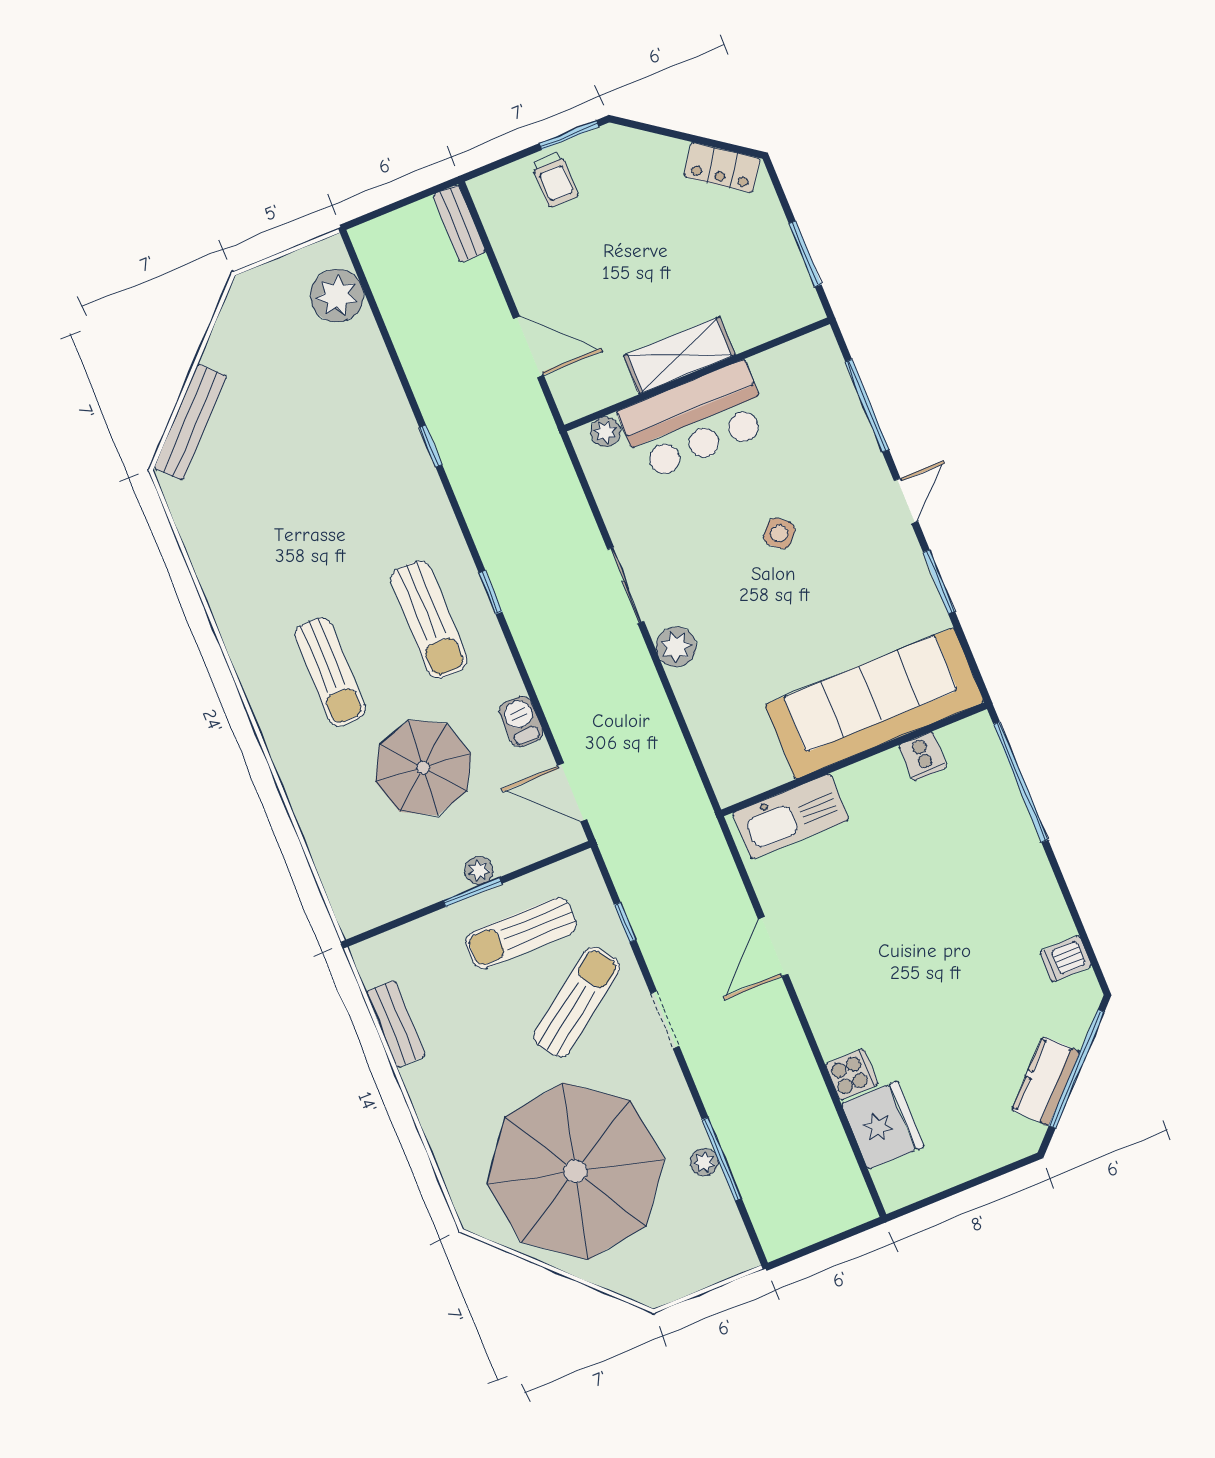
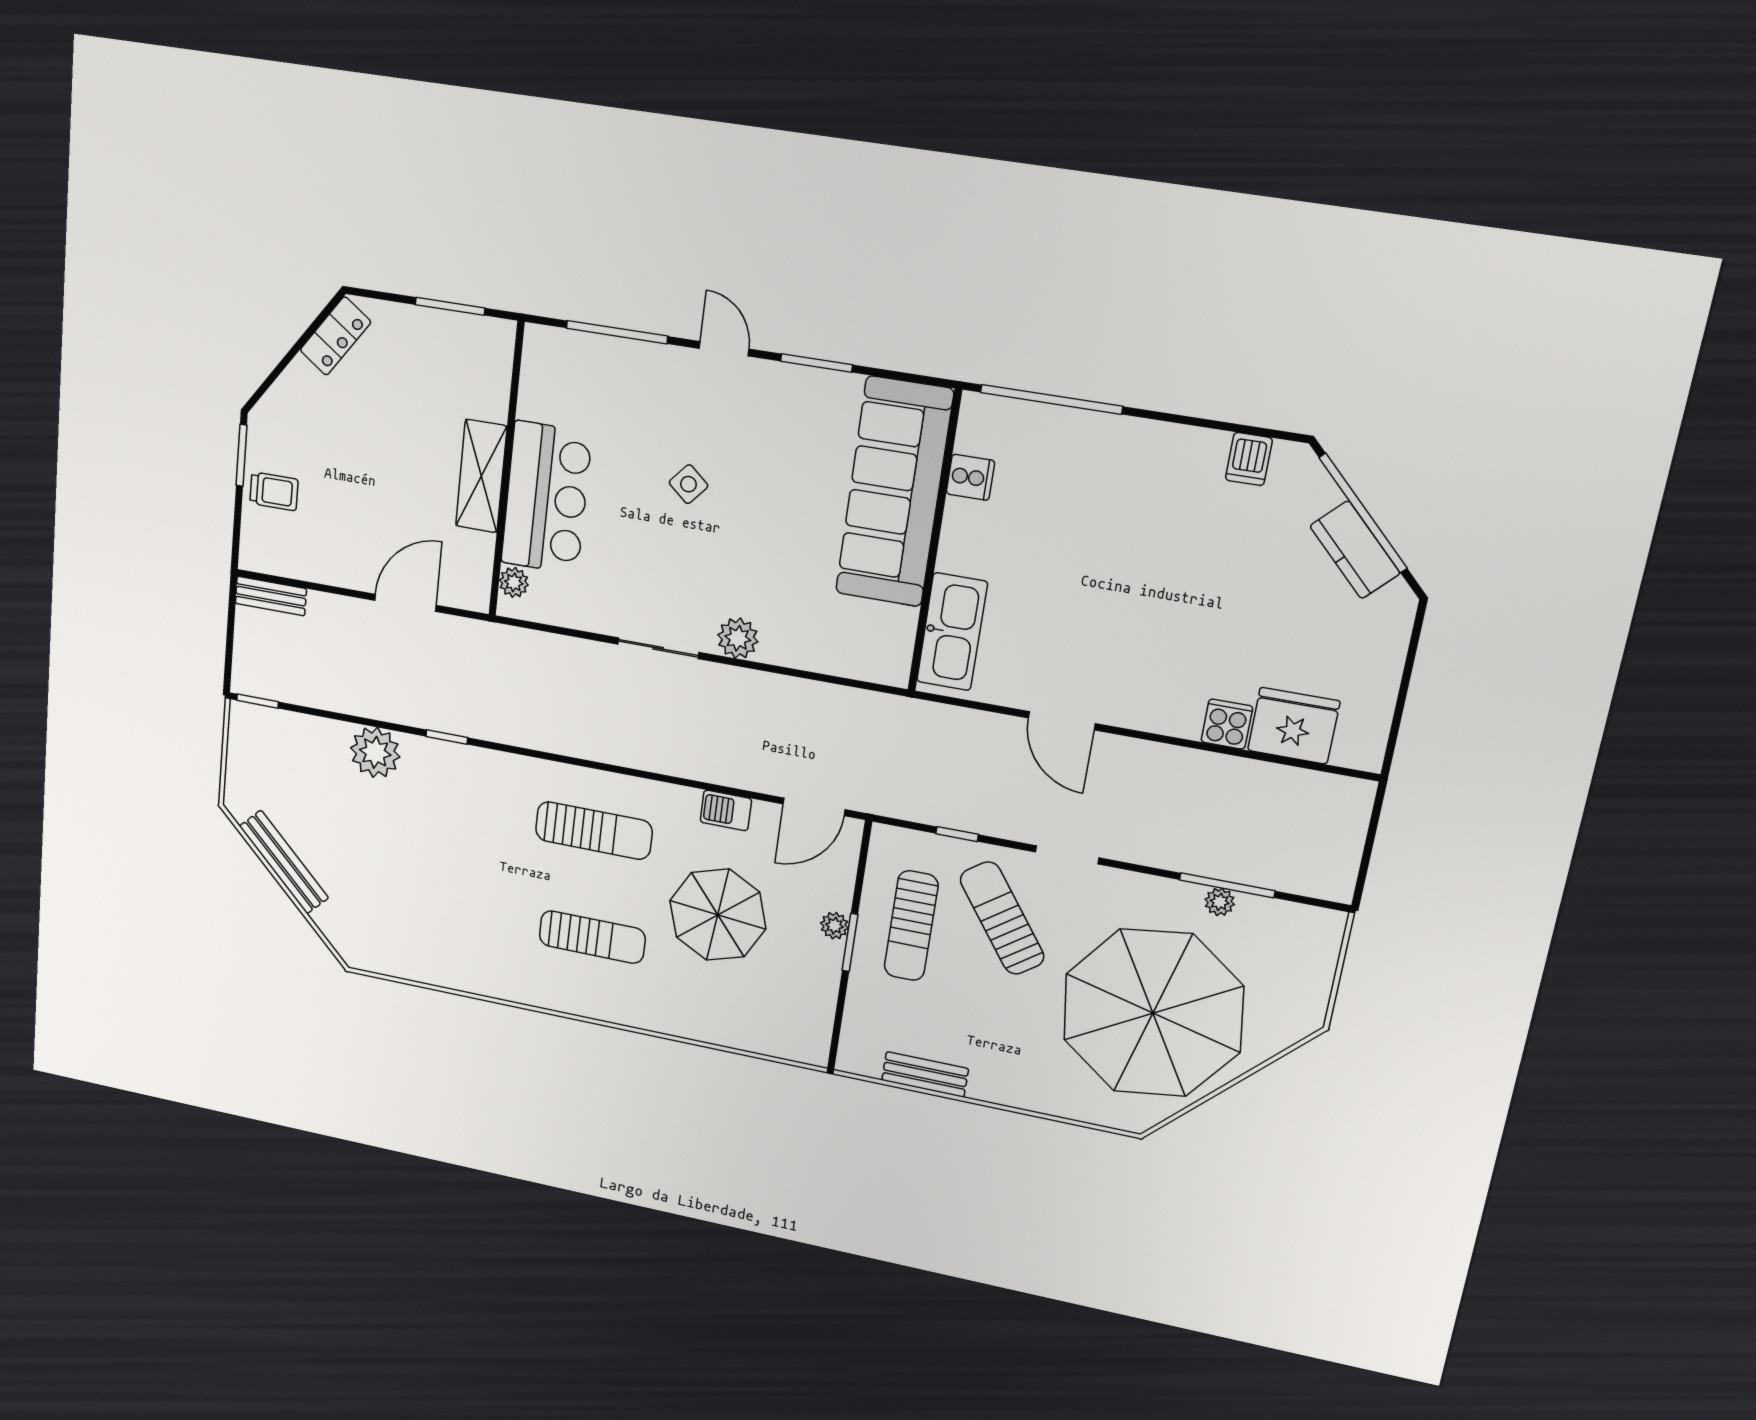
plant: (337, 296) -> (375, 752), moved
bench: (190, 422) -> (284, 862), moved
window: (490, 592) -> (258, 701), moved

